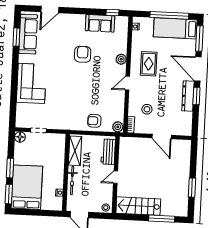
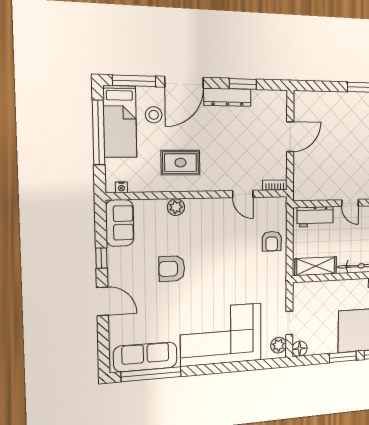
door: (50, 9) -> (102, 301), moved
window: (113, 13) -> (101, 258), moved
sofa: (100, 23) -> (120, 223), moved
window: (16, 37) -> (151, 374), width x2.11
corner sofa: (31, 83) -> (221, 335), width x1.36, depth x1.36
door: (127, 83) -> (243, 194), moved
window: (196, 96) -> (243, 84), moved
stool: (147, 109) -> (154, 115), moved
plant: (118, 127) -> (279, 345), moved

